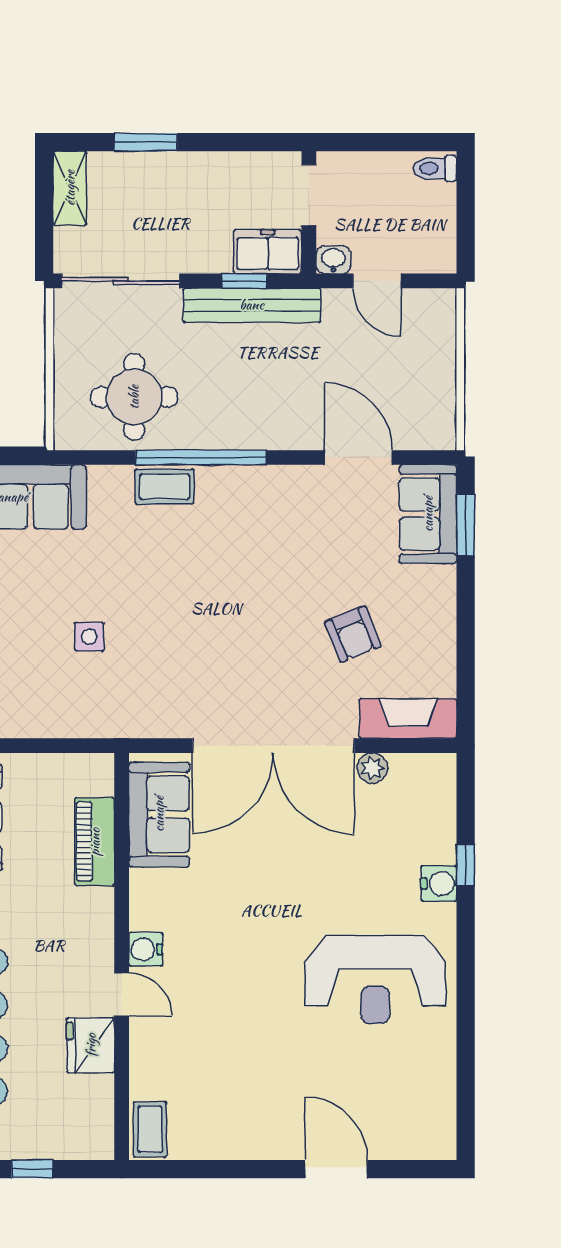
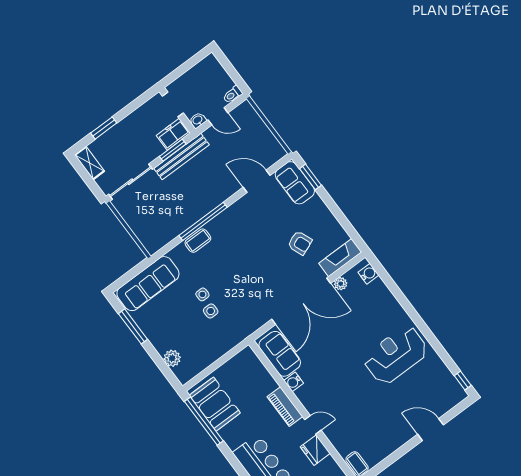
toilet: (435, 168) -> (233, 95), moved
window: (244, 281) -> (173, 150), width x1.50
round table: (134, 397) -> (165, 218), removed
side table: (97, 594) -> (202, 294), added
piano: (95, 842) -> (285, 407), moved
window: (466, 865) -> (463, 381), moved
water cooler: (439, 884) -> (369, 274), moved
water cooler: (146, 949) -> (294, 382), moved
reception desk: (375, 979) -> (396, 355), turned 180

